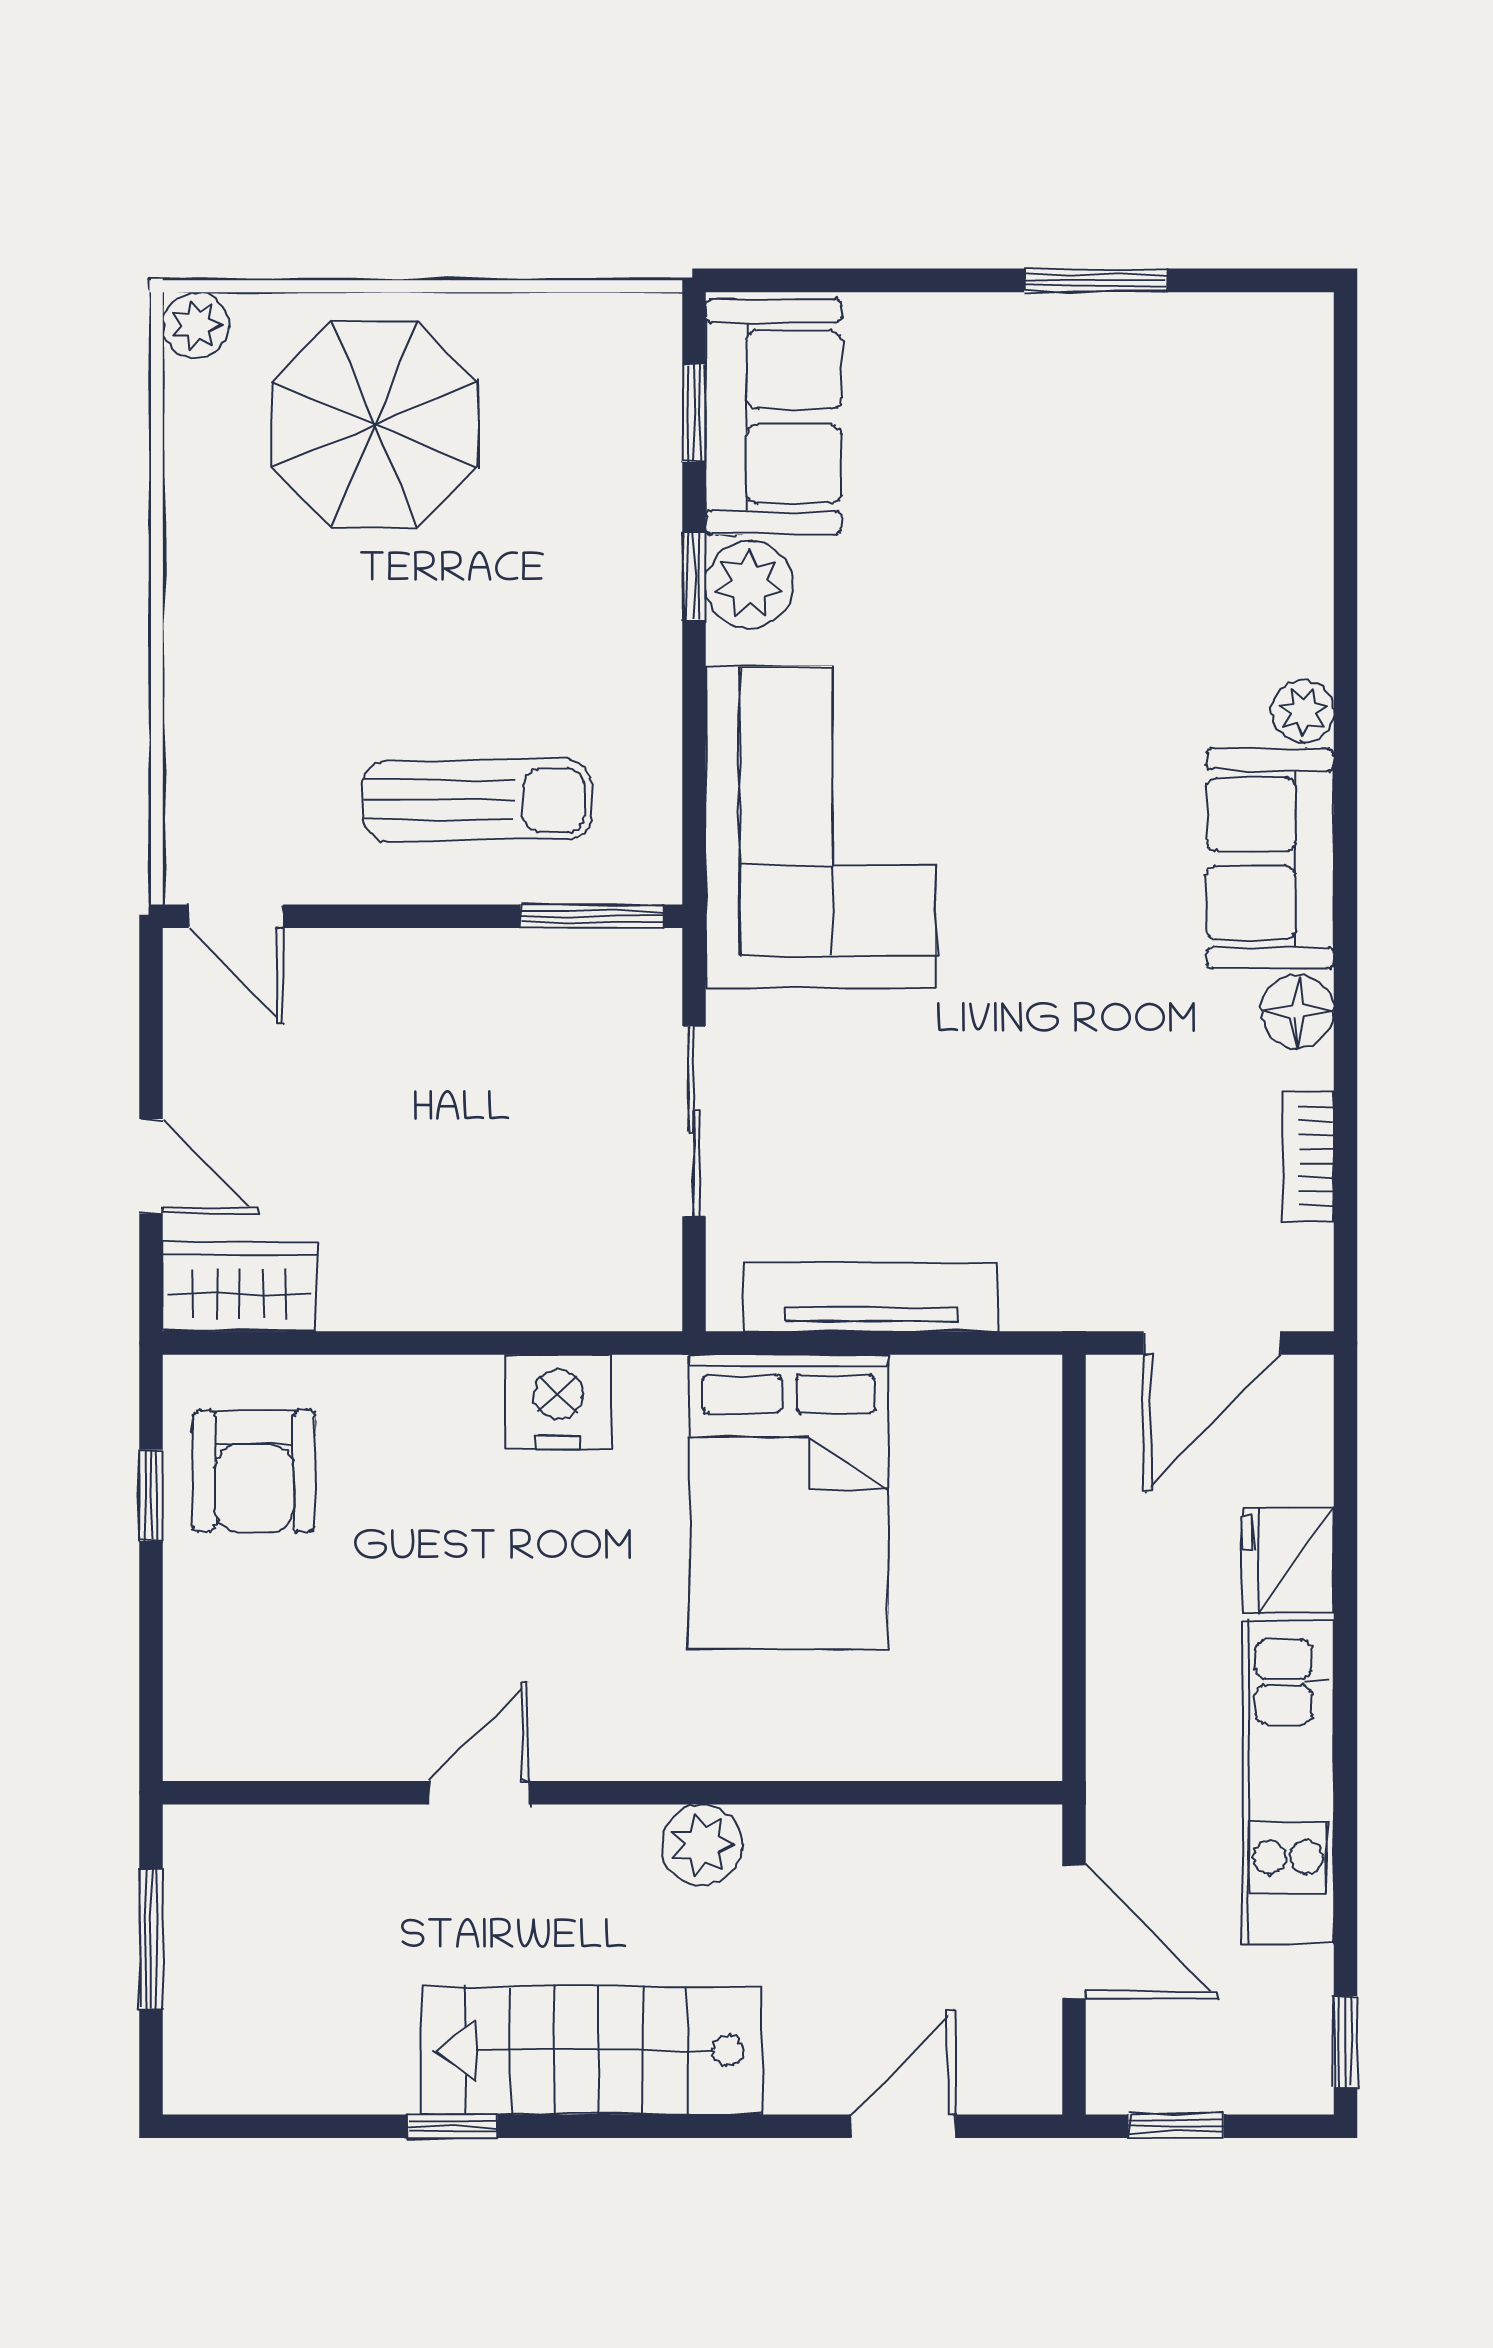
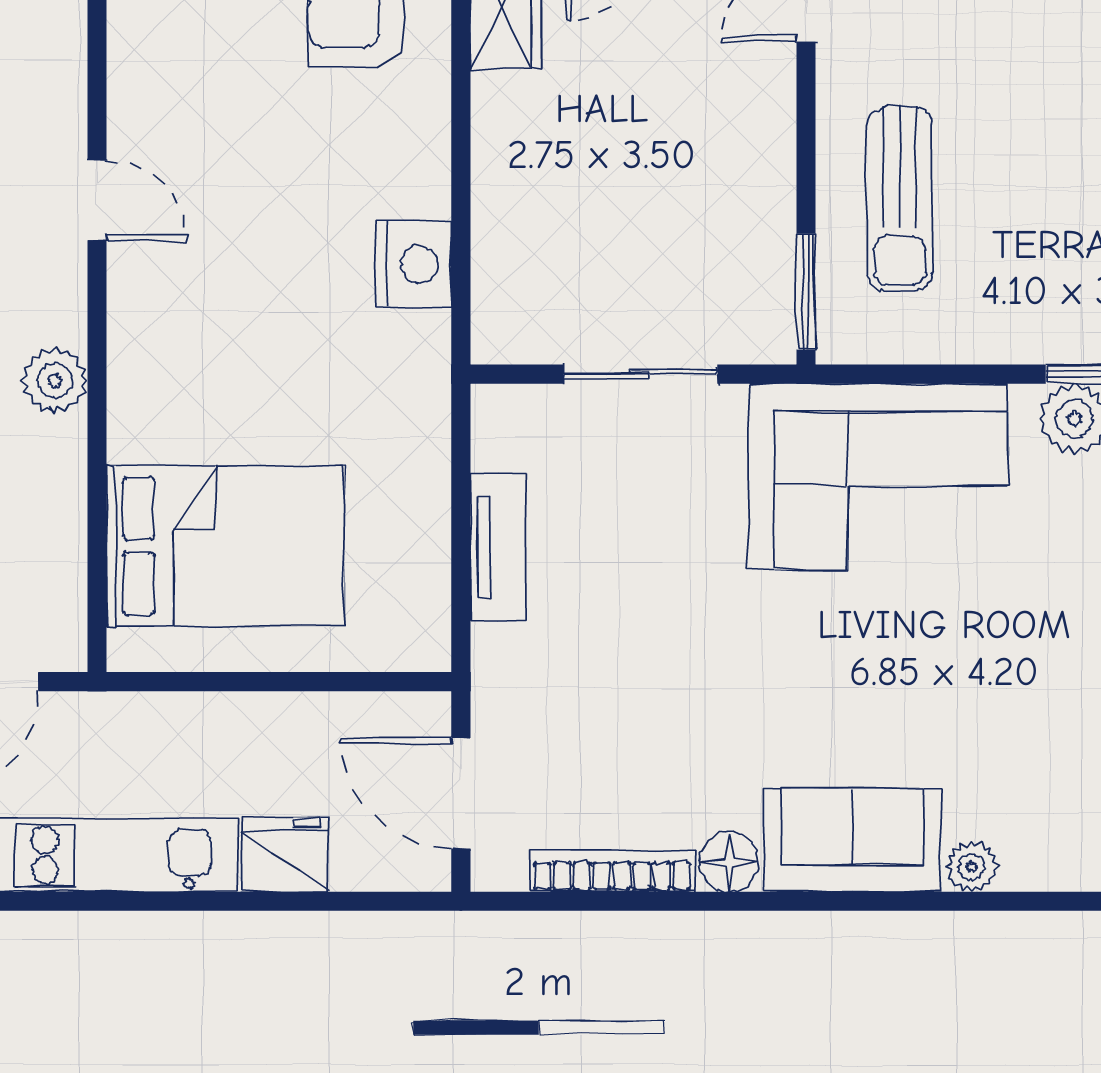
bookcase: (1308, 1156) -> (612, 871), width x1.56
tv unit: (871, 1297) -> (498, 547), width x0.71
bed: (789, 1502) -> (225, 546), moved, turned 180

